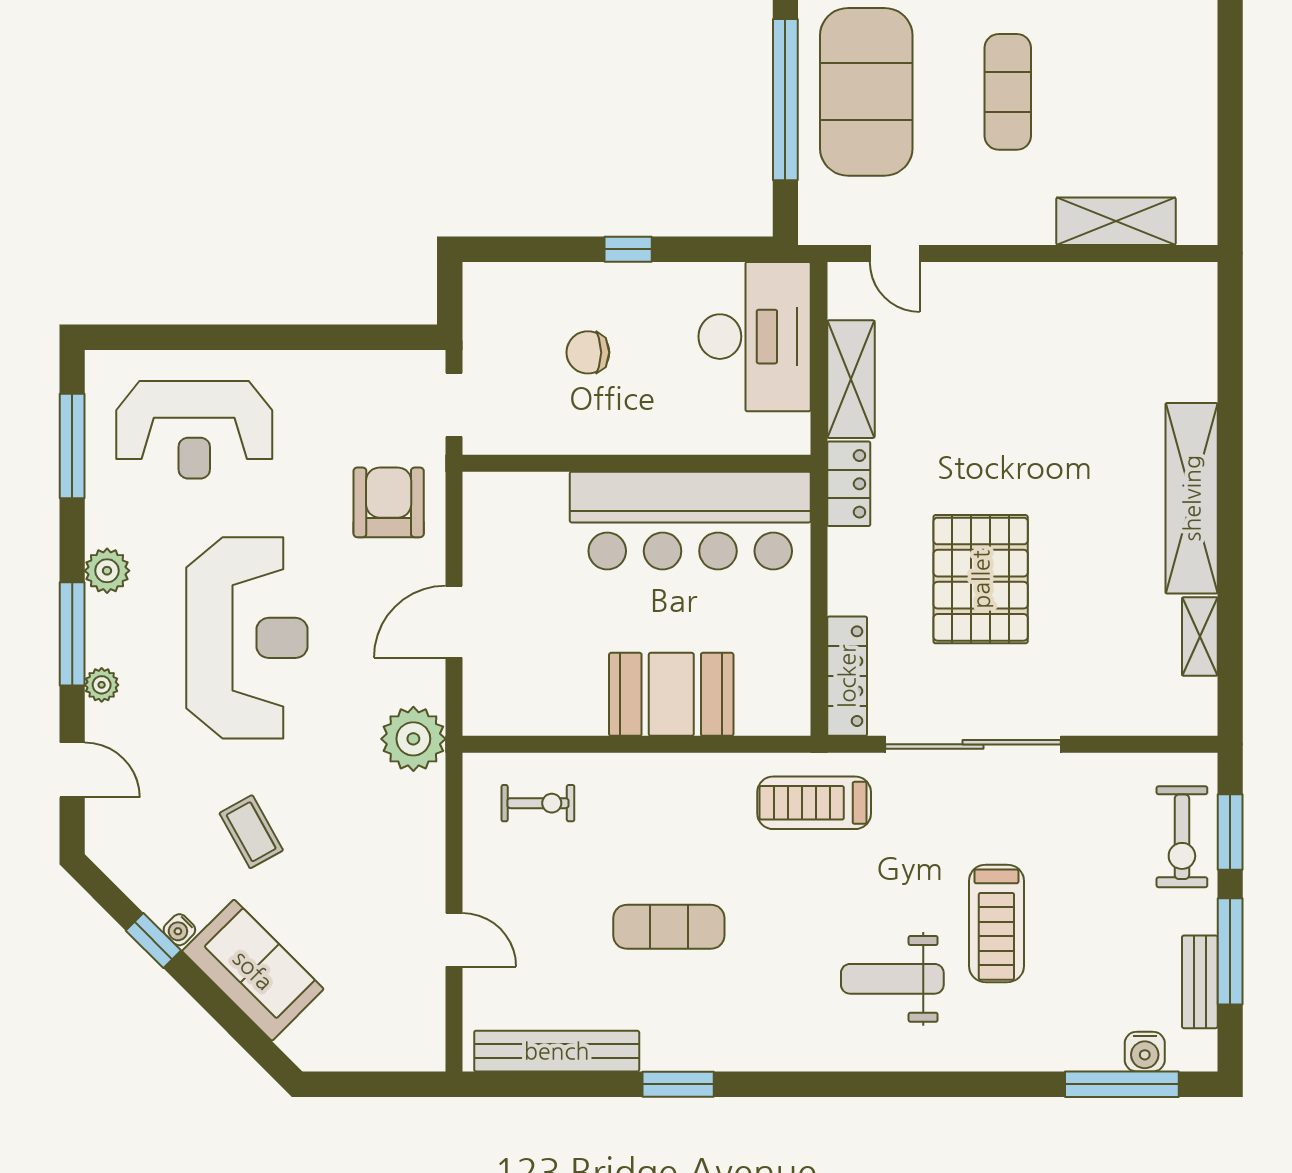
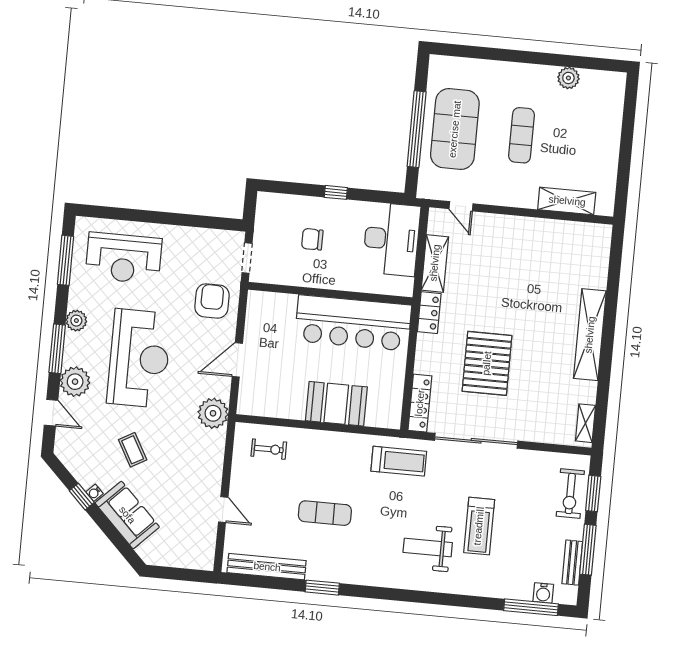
shelving: (1200, 636) -> (585, 423), moved
plant: (102, 685) -> (75, 382), width x1.88, depth x1.88
treadmill: (814, 803) -> (399, 461), turned 180

